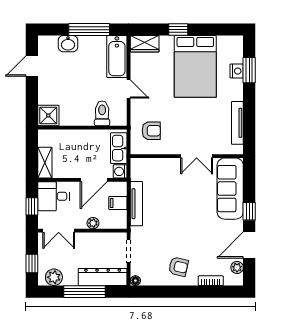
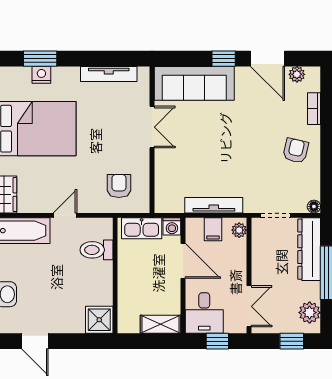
plant: (93, 223) -> (239, 230), moved

